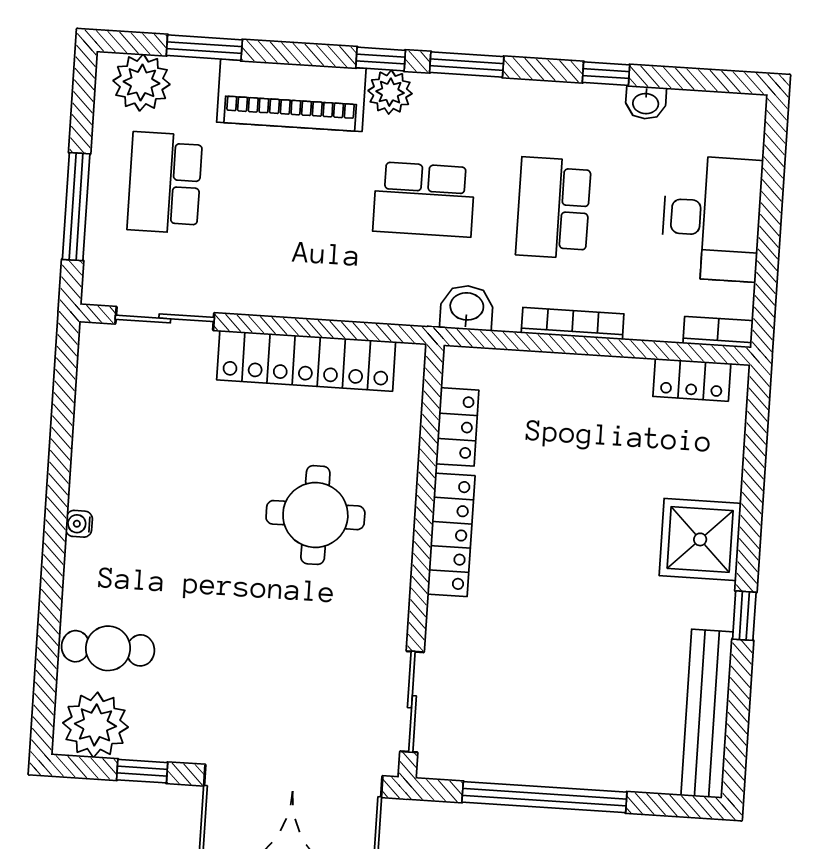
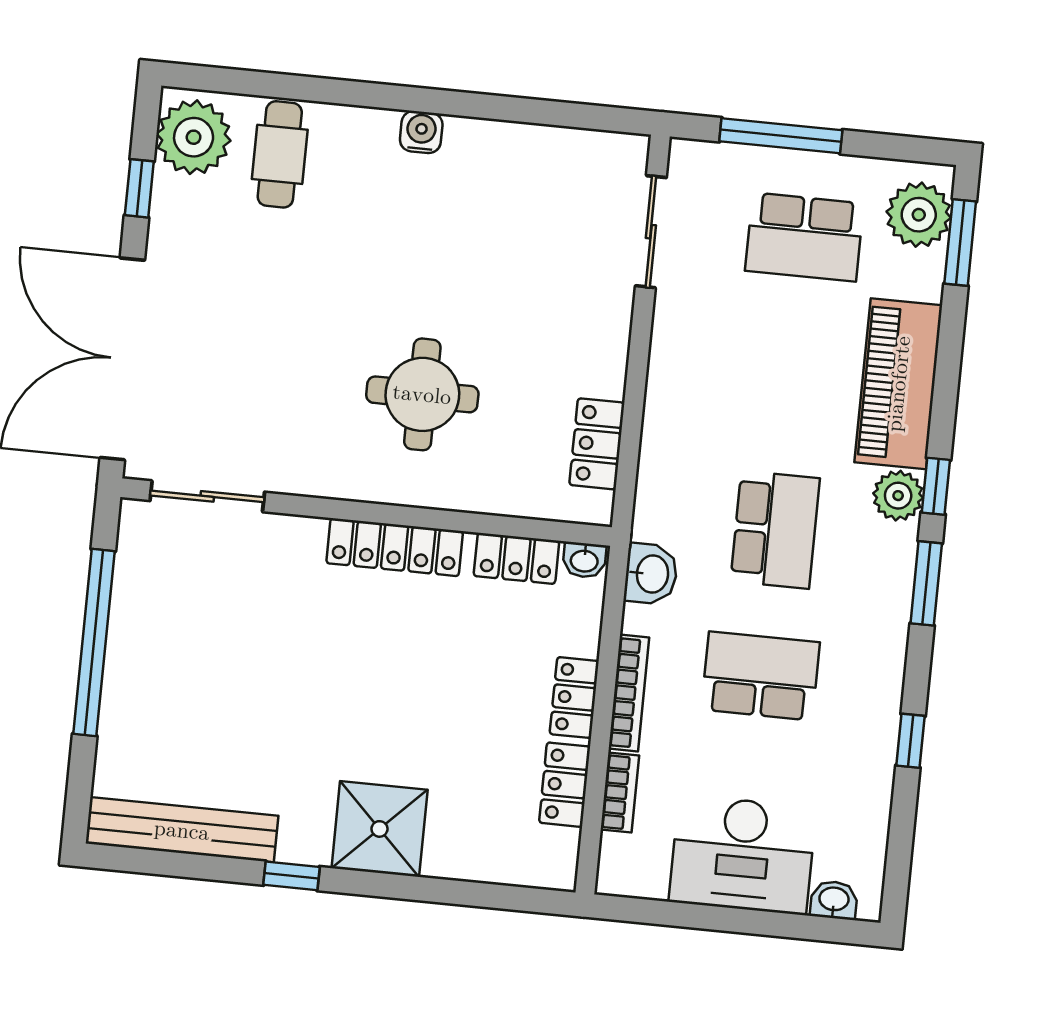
window: (204, 48) -> (960, 242), moved
washbasin: (646, 103) -> (834, 900), moved, turned 90
school desk: (165, 183) -> (804, 237), turned 180
school desk: (424, 200) -> (775, 530), turned 180
bookcase: (718, 332) -> (620, 793), moved
locker: (306, 361) -> (597, 444), width x0.46, depth x0.83
washbasin: (457, 367) -> (584, 560), added
locker: (578, 372) -> (574, 698), added
locker: (692, 380) -> (565, 785), moved
water cooler: (79, 524) -> (421, 132), width x1.38, depth x1.38

